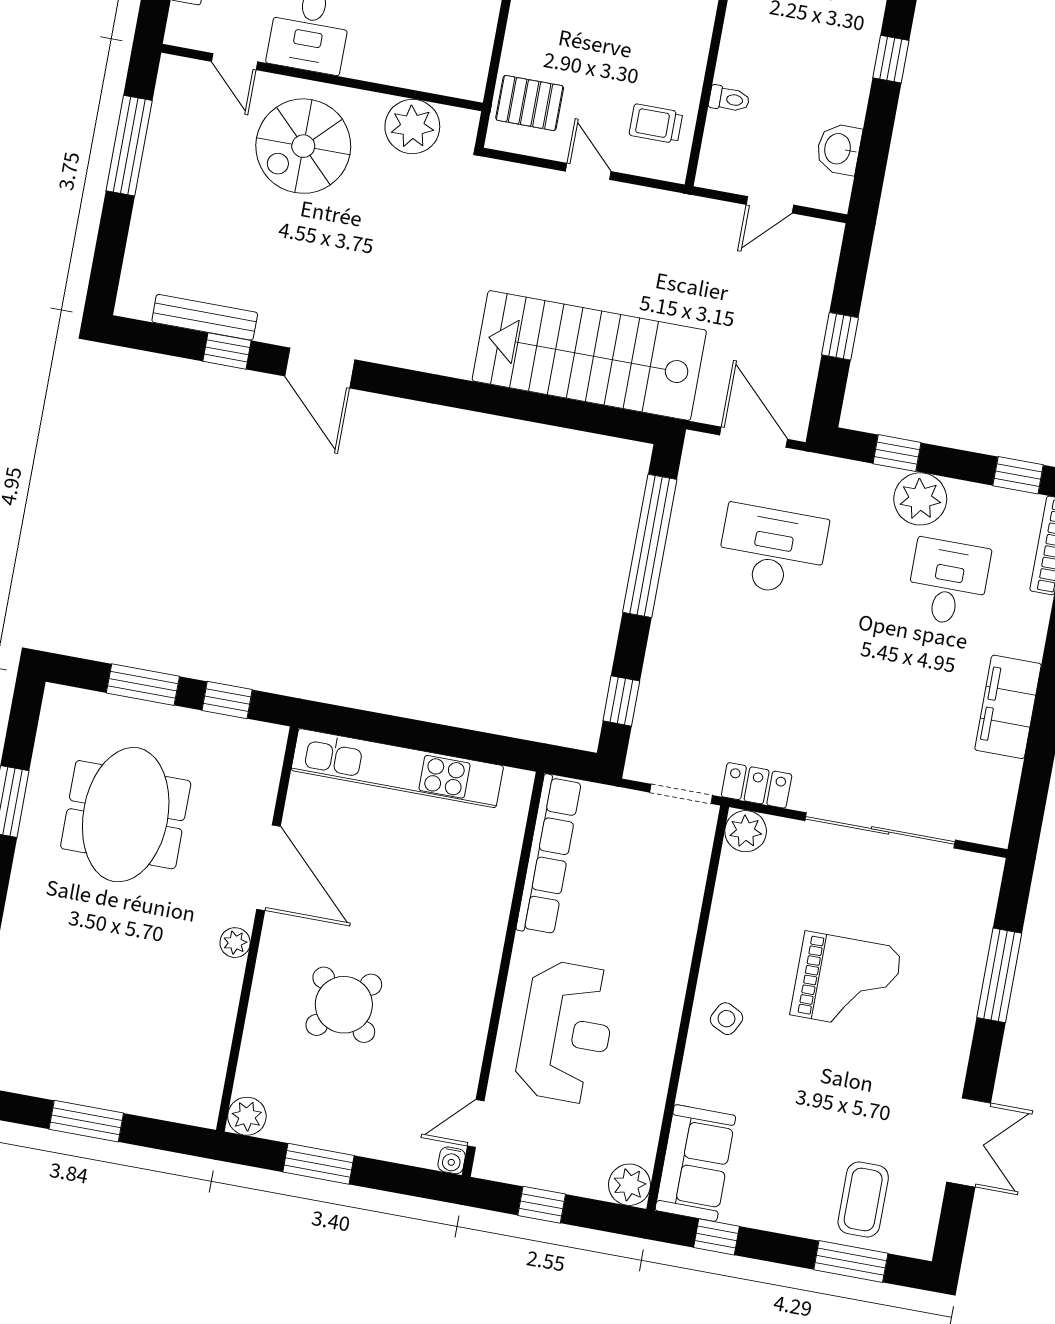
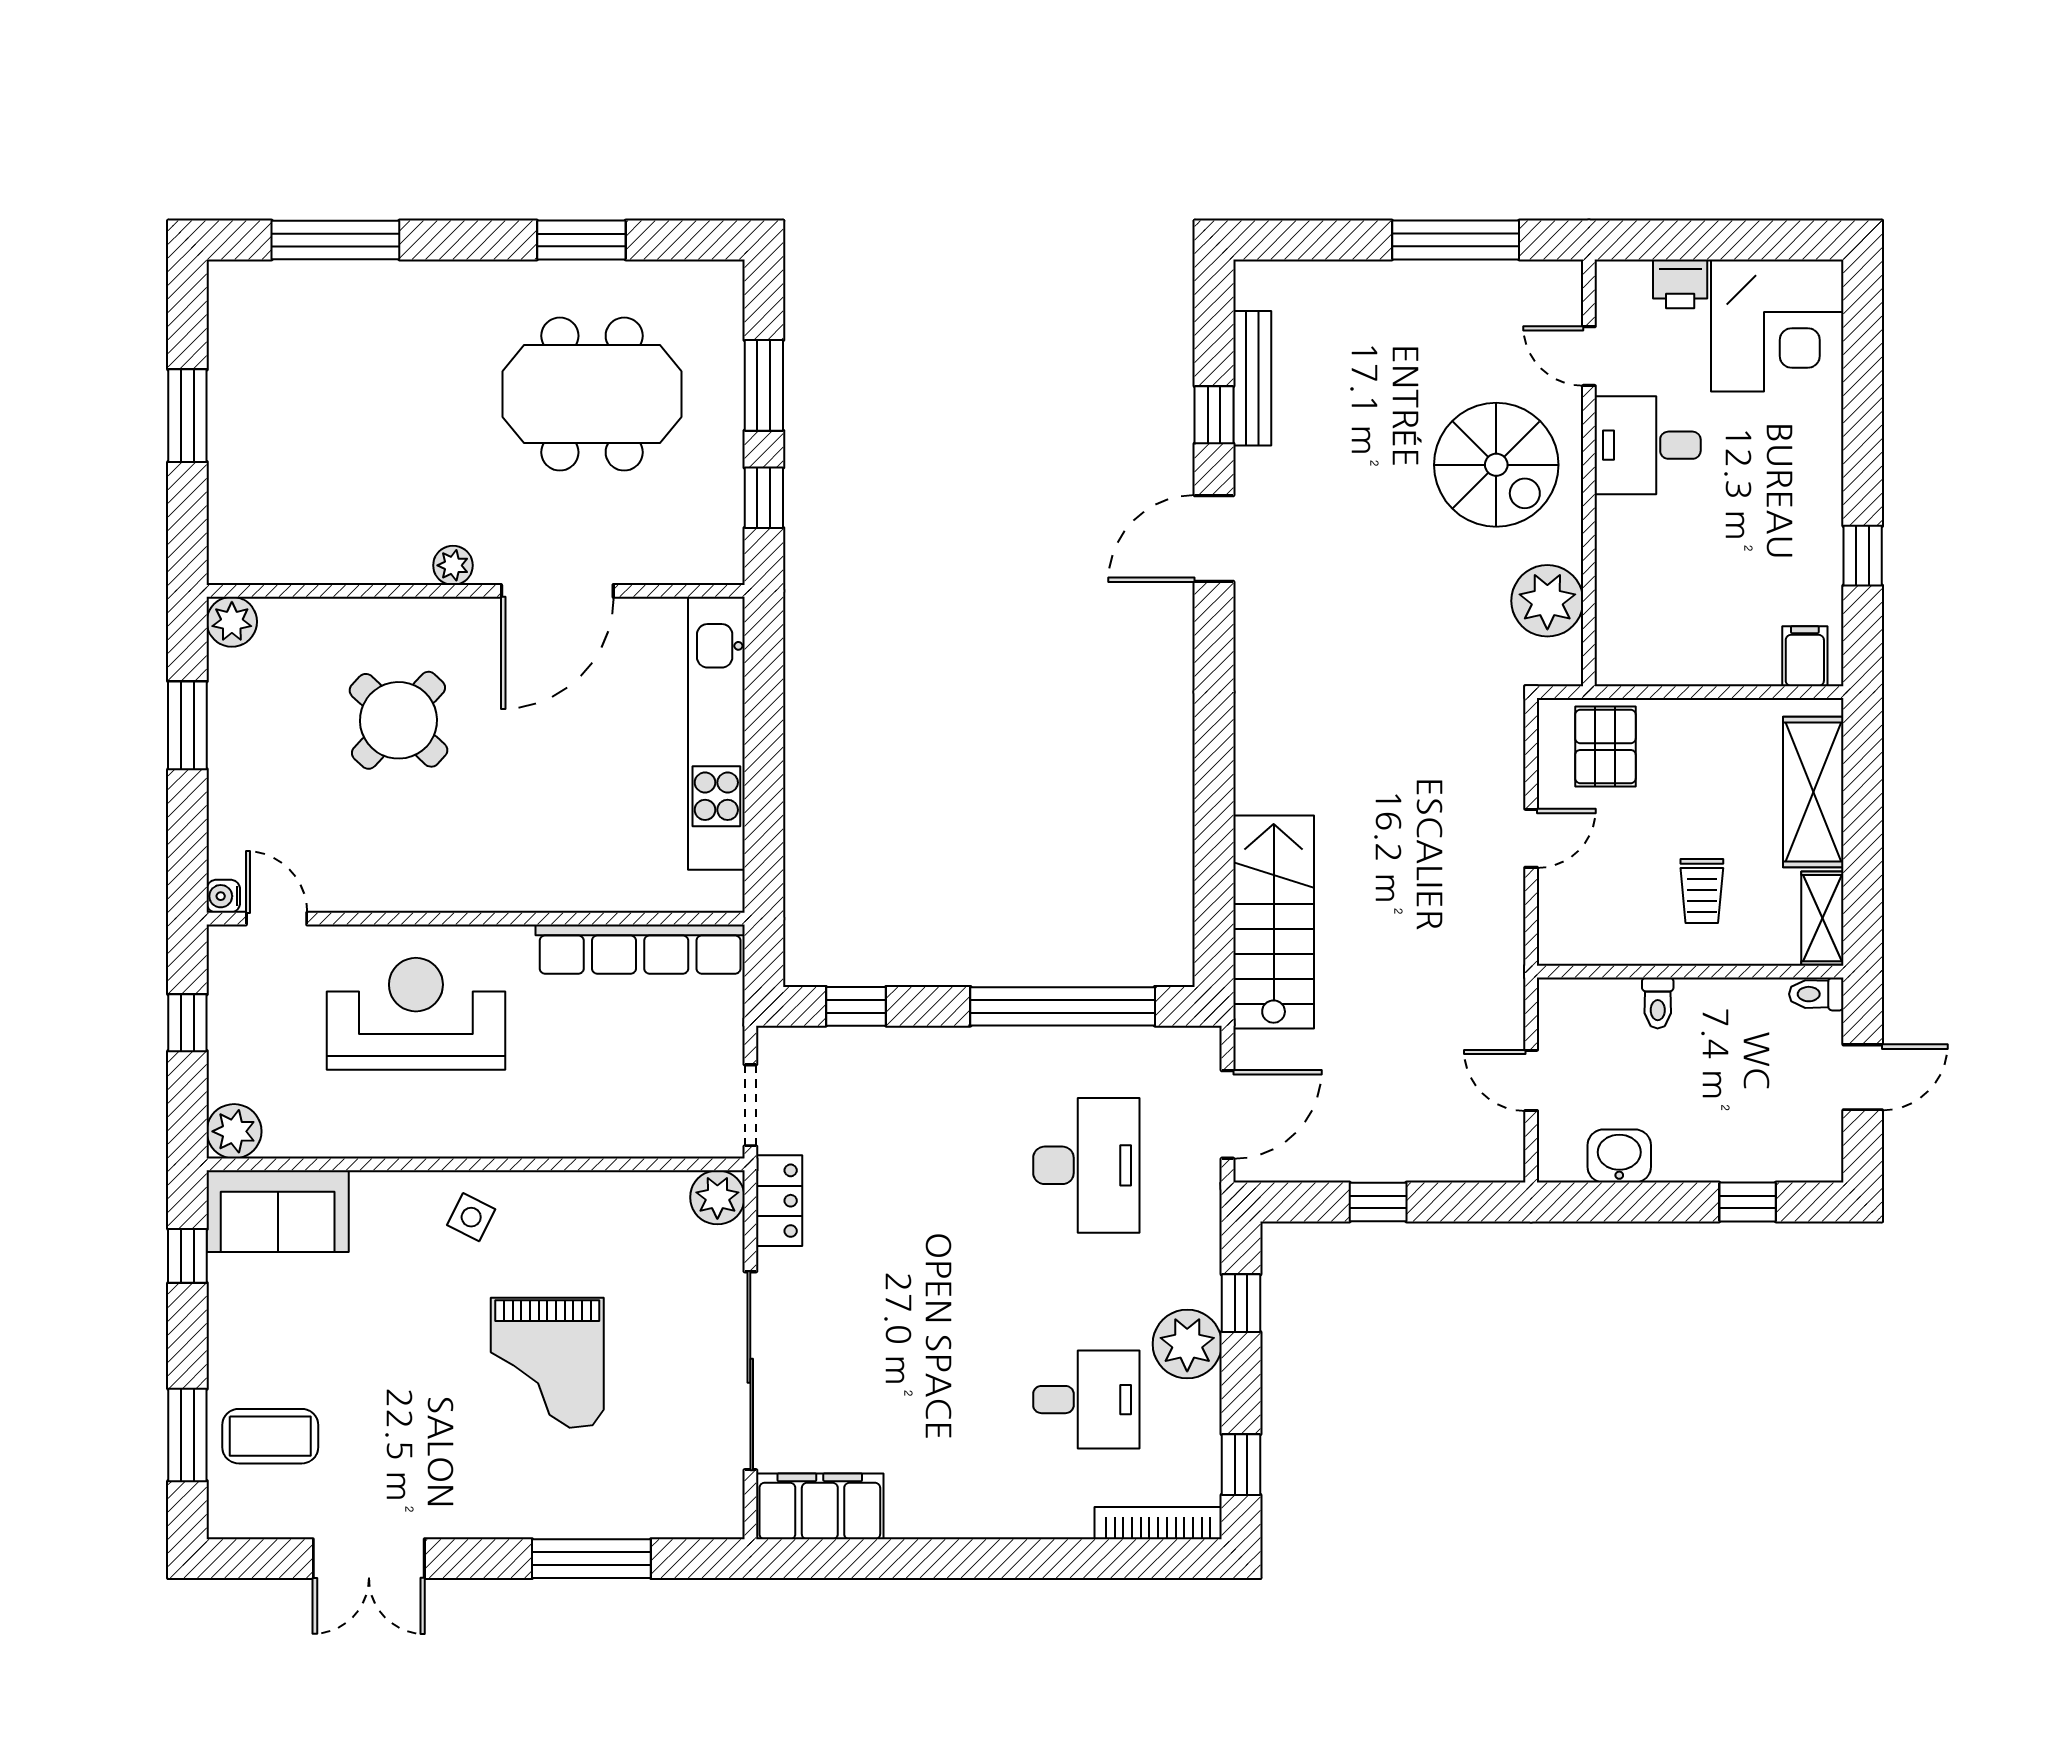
door: (234, 62) -> (1589, 356), hinge flipped
trolley: (656, 124) -> (1702, 891), moved, turned 180
spiral stairs: (303, 146) -> (1496, 465), turned 180
stairs: (589, 356) -> (1274, 922), width x0.73, depth x0.66
filing cabinet: (1008, 707) -> (820, 1506), moved
reception desk: (566, 1032) -> (416, 1014), turned 180

